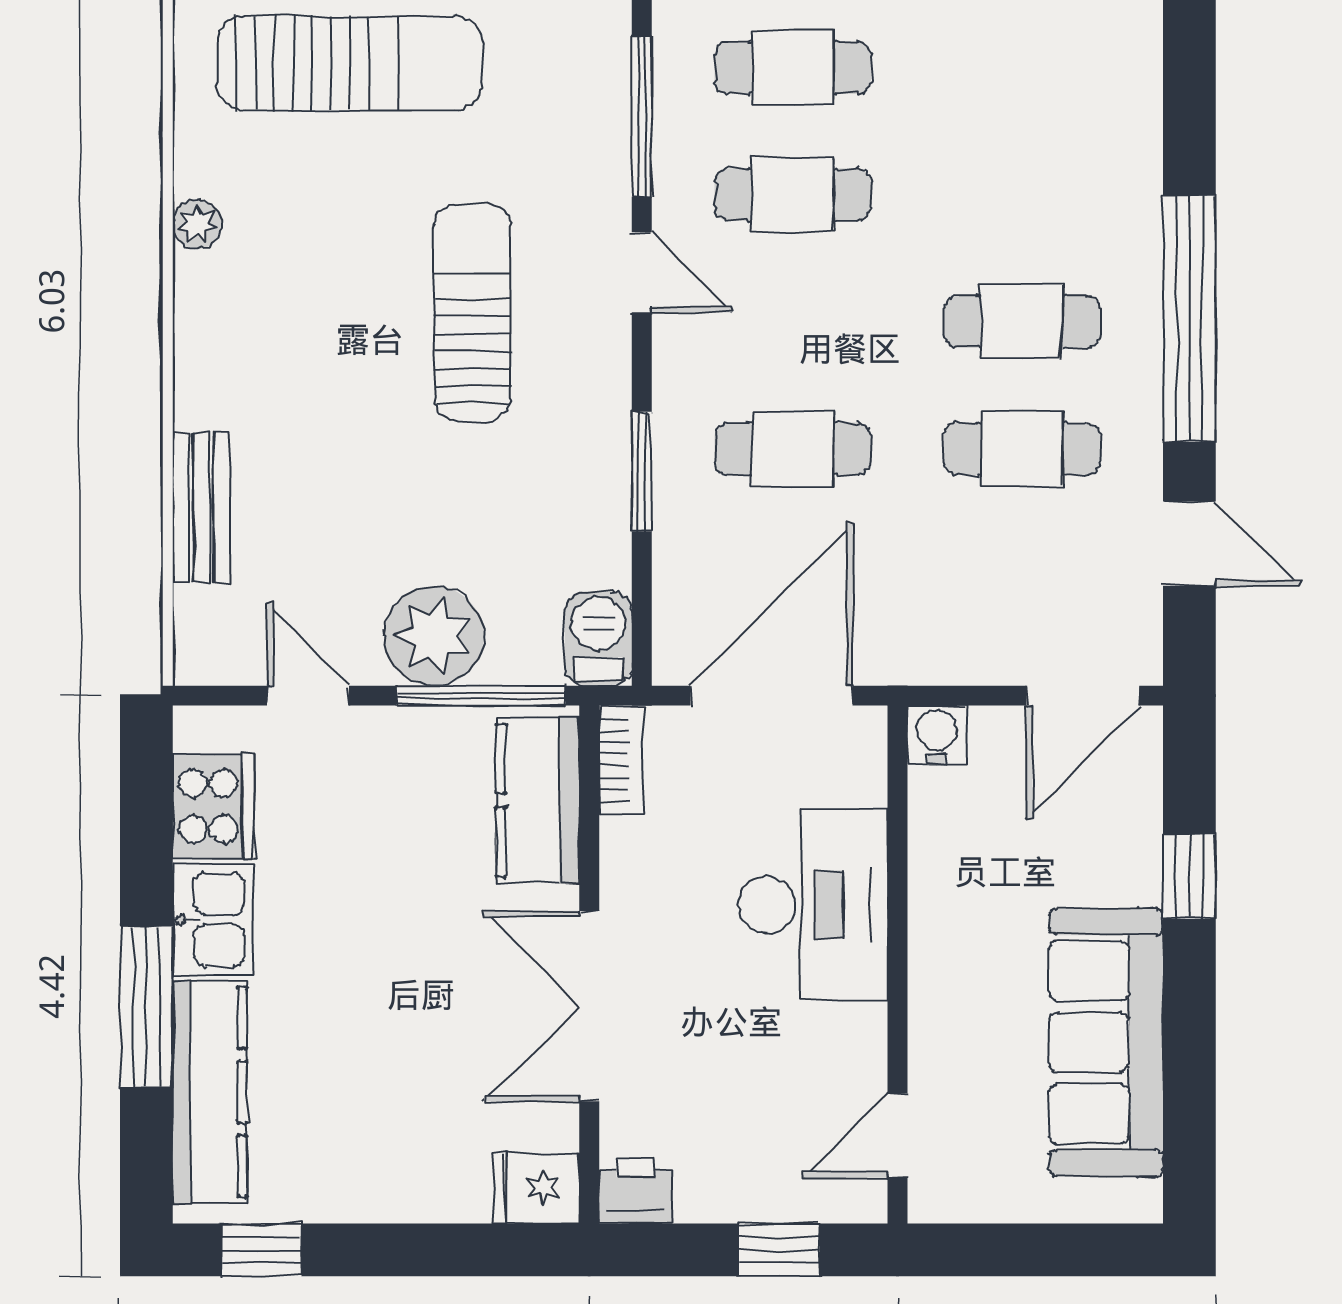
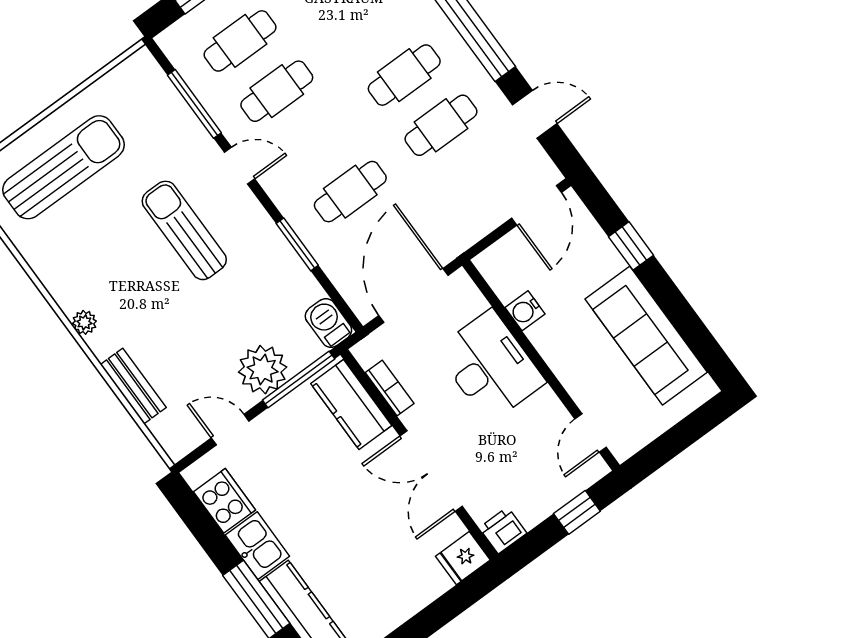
plant: (197, 224) -> (84, 322), moved
water cooler: (937, 735) -> (525, 311), moved, turned -90
bookcase: (621, 760) -> (390, 388), moved

